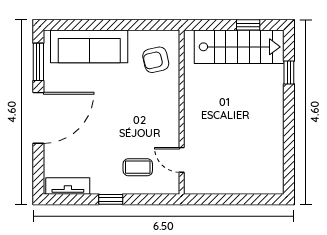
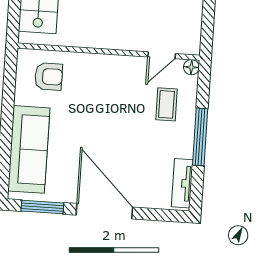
armchair: (156, 60) -> (49, 77), turned -77
floor lamp: (173, 187) -> (191, 67), added
window: (111, 199) -> (200, 137), width x2.17

